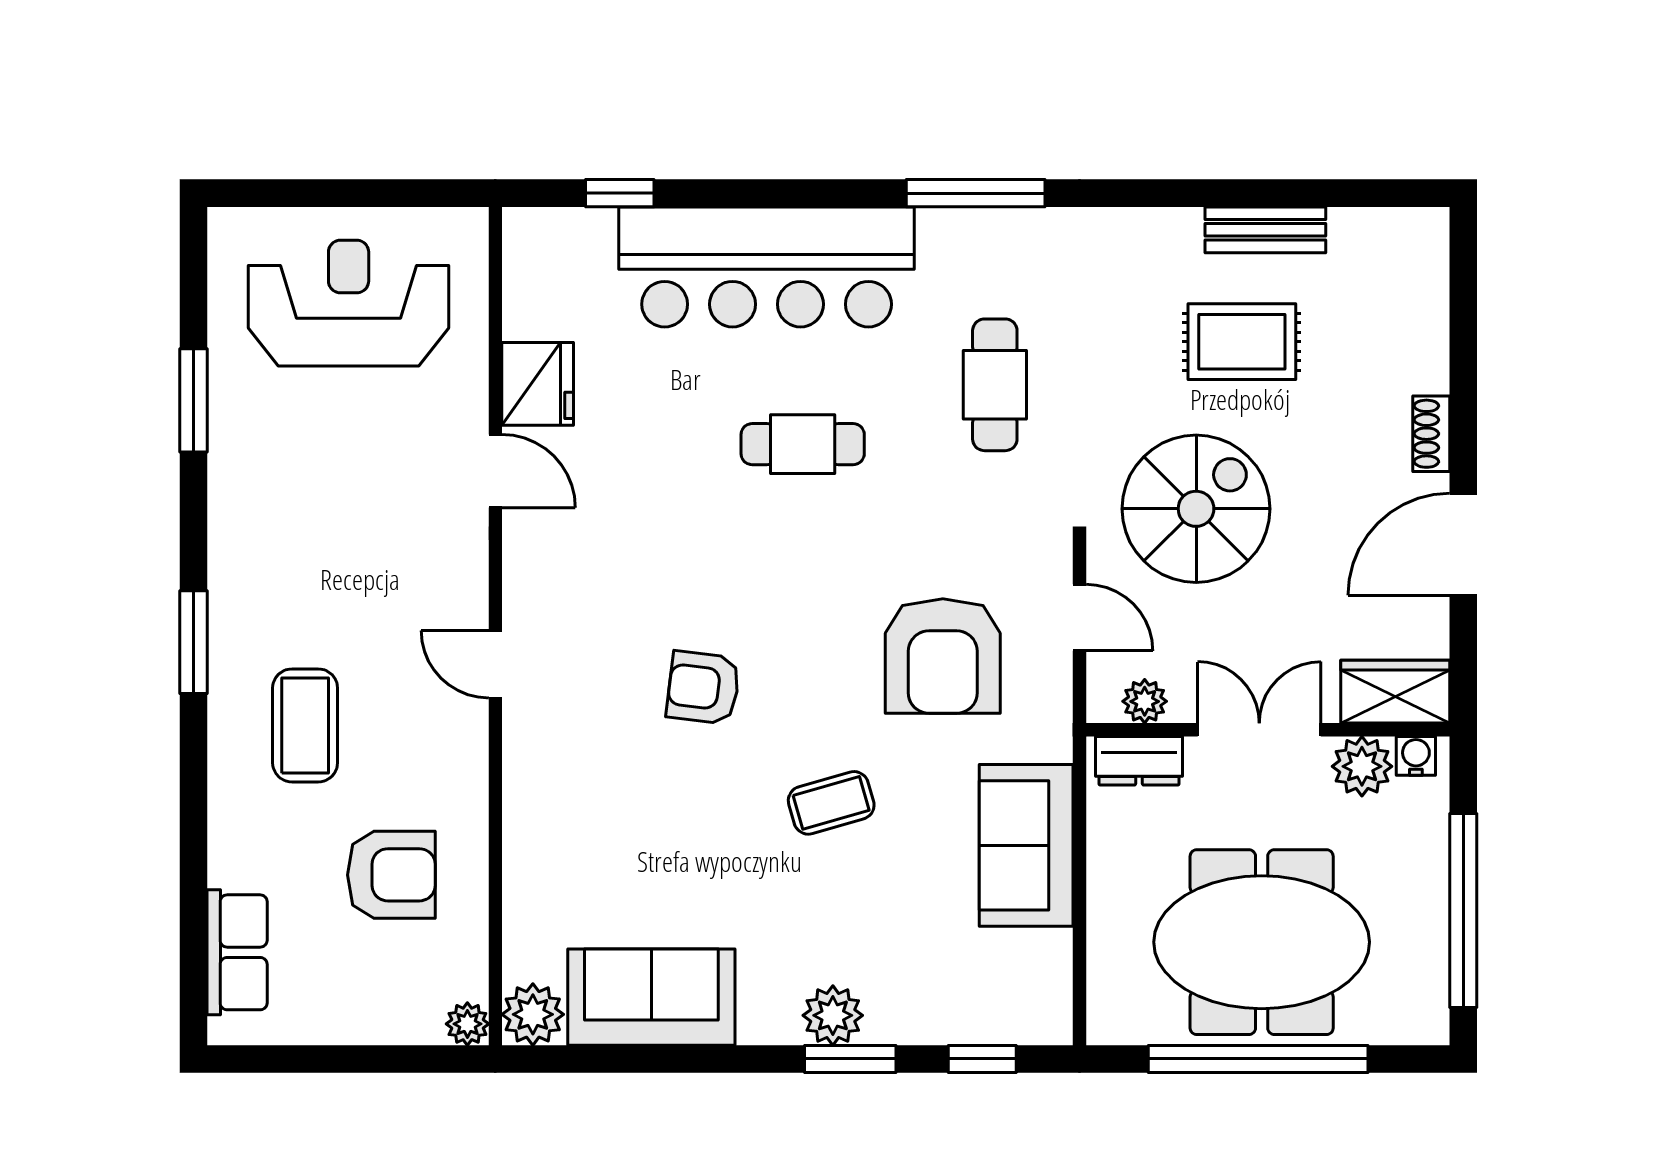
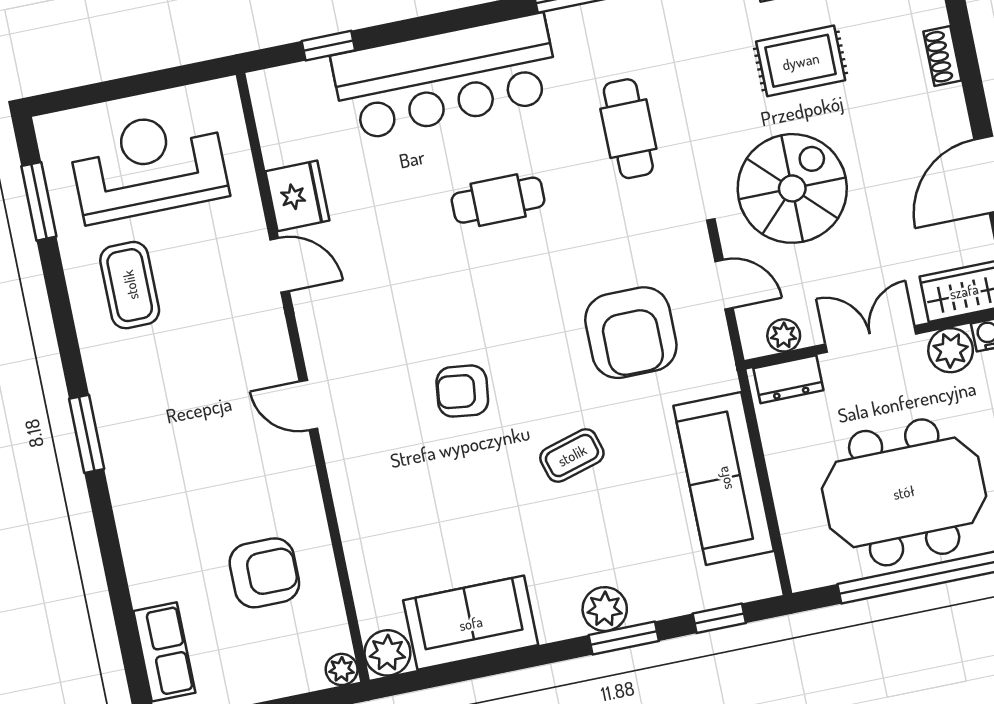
window: (193, 400) -> (39, 201), moved
shoe rack: (1431, 434) -> (942, 56), moved
coffee table: (305, 725) -> (130, 285), moved
sofa: (1026, 845) -> (724, 478), width x1.36

